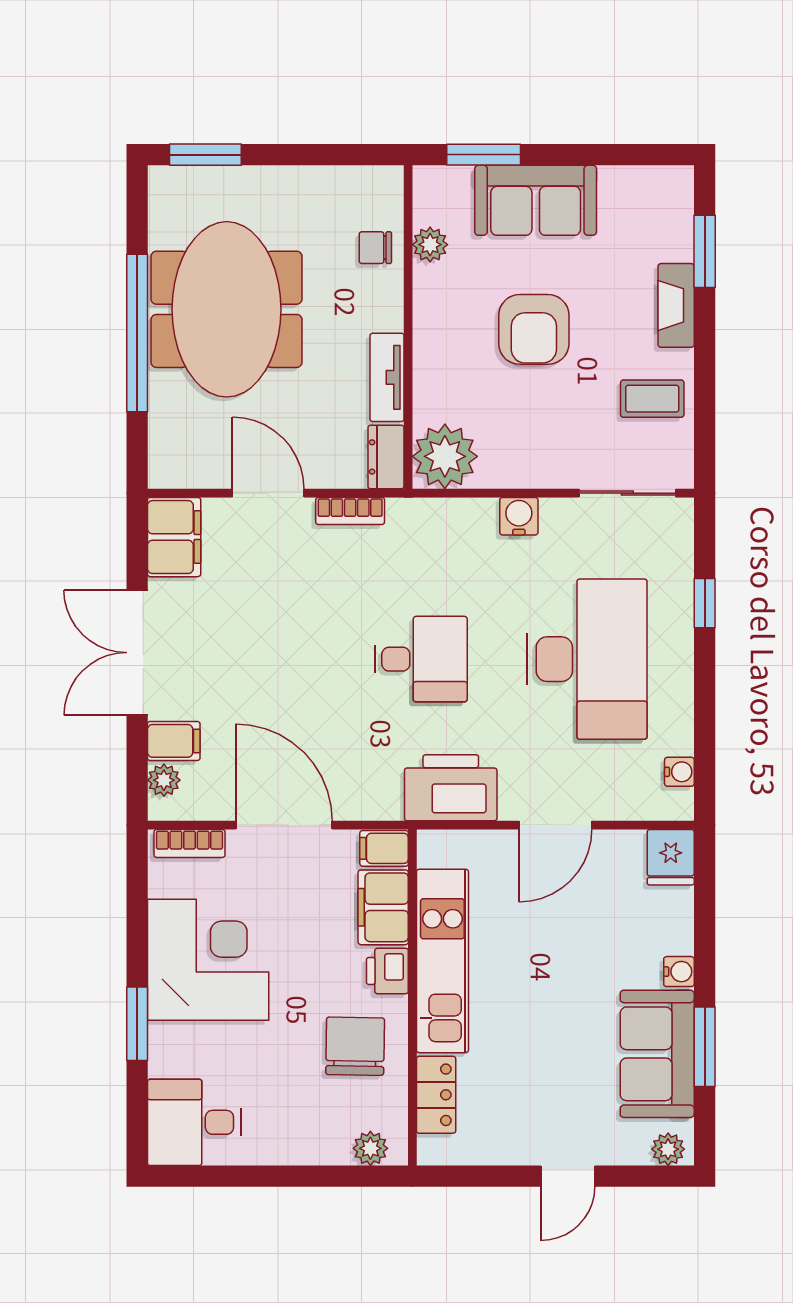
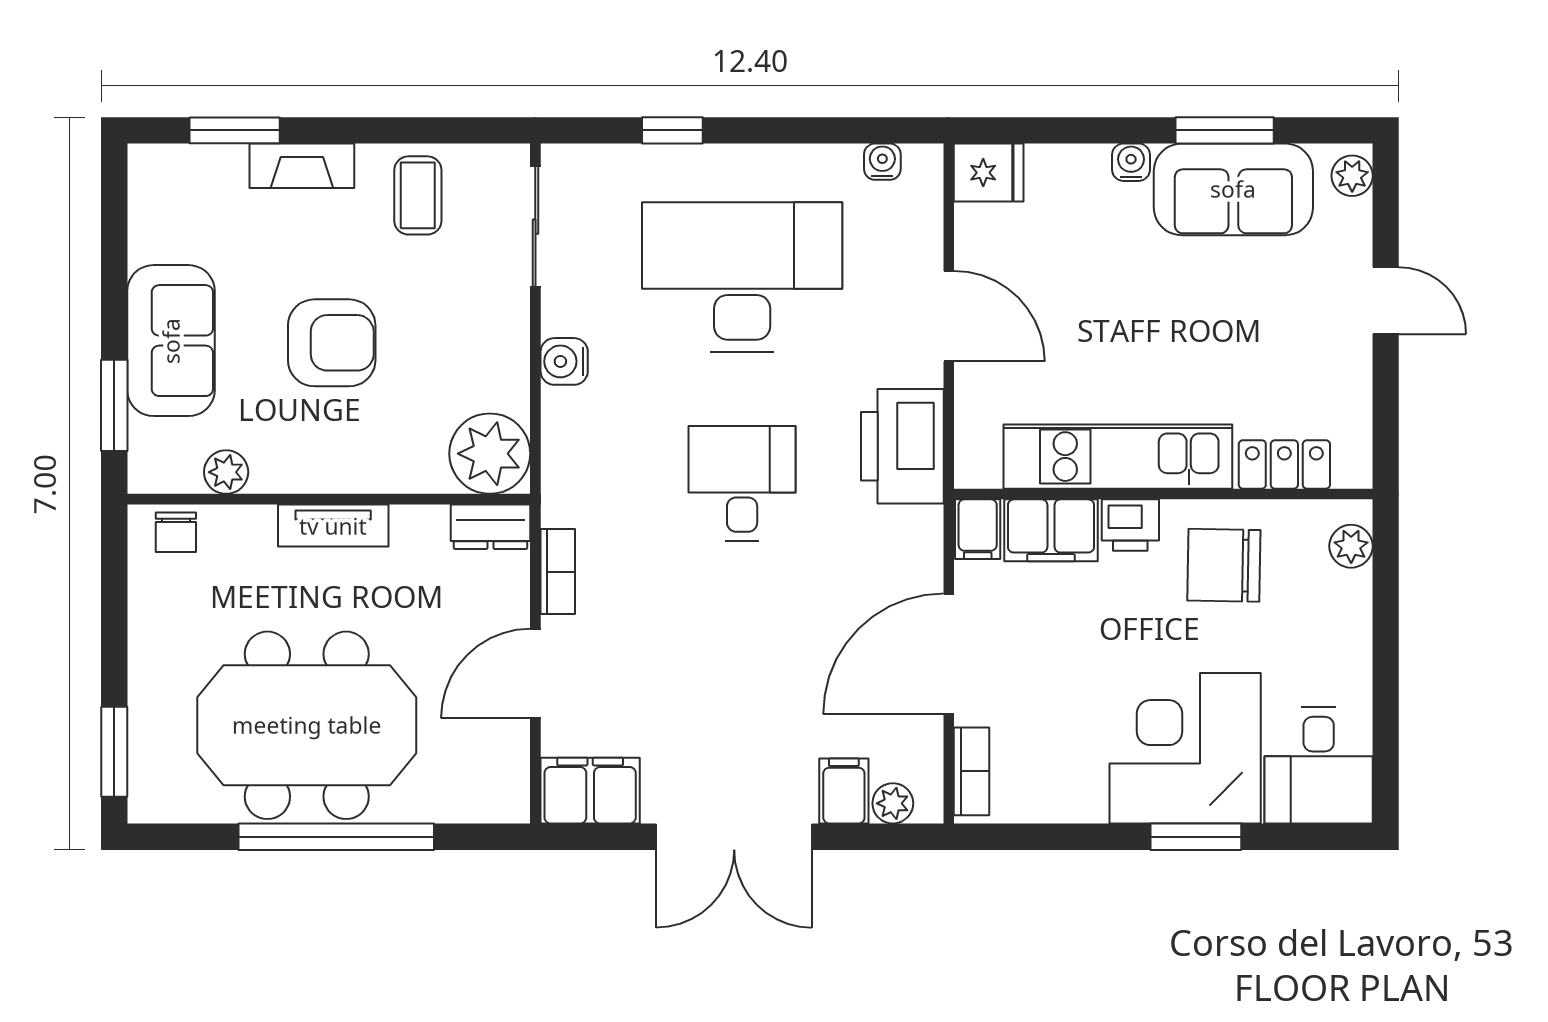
chair: (375, 248) -> (176, 532), moved
tv unit: (387, 377) -> (333, 526), moved
corner desk: (208, 960) -> (1185, 748), moved

